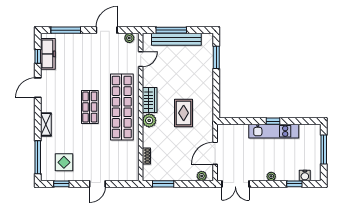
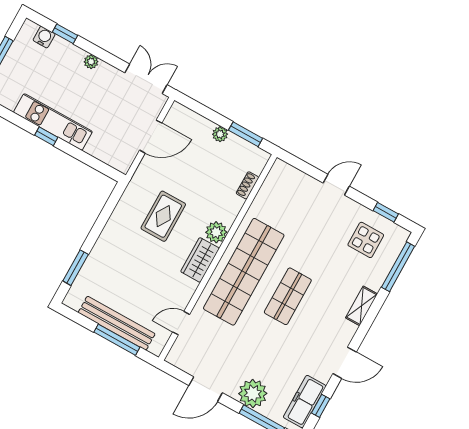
plant: (129, 38) -> (253, 394), moved, width x1.87, depth x1.87
plant: (202, 176) -> (220, 134), moved

